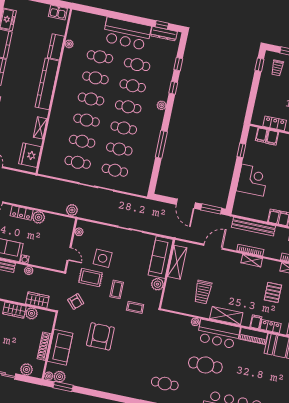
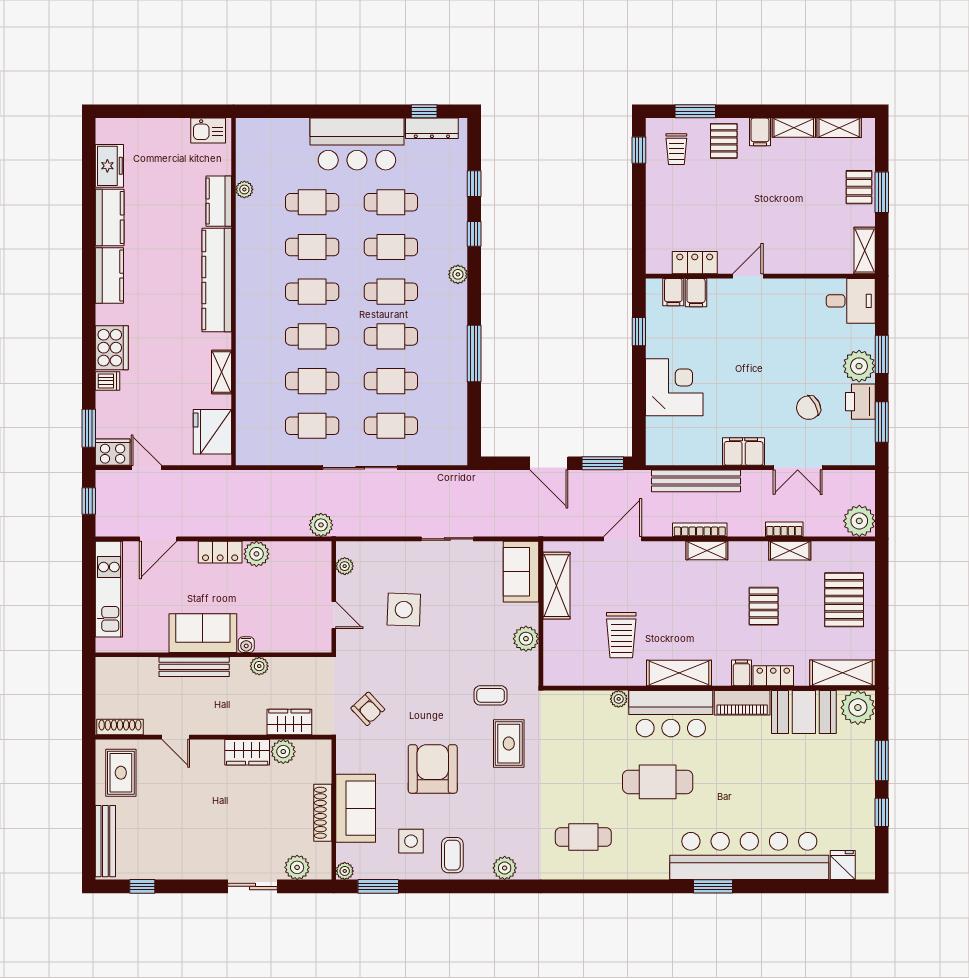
sofa: (161, 257) -> (521, 572), width x0.73
rug: (91, 278) -> (509, 744), moved, turned 90
coffee table: (117, 289) -> (452, 855), moved
side table: (83, 368) -> (411, 841), added
plant: (60, 377) -> (505, 868), moved

